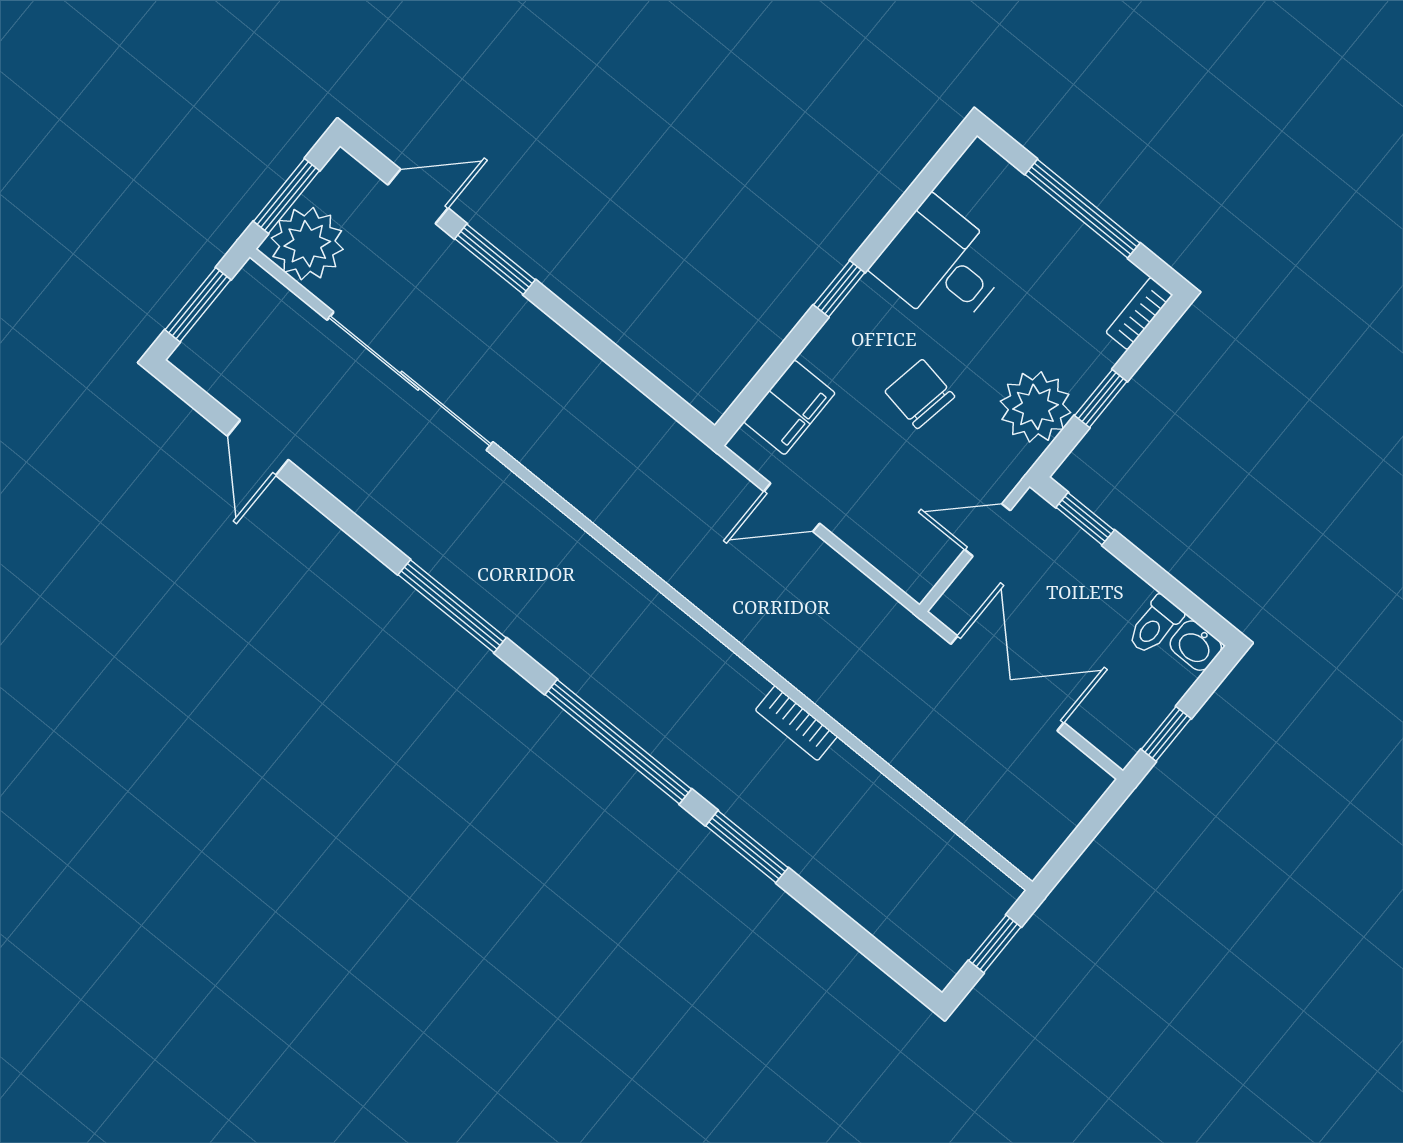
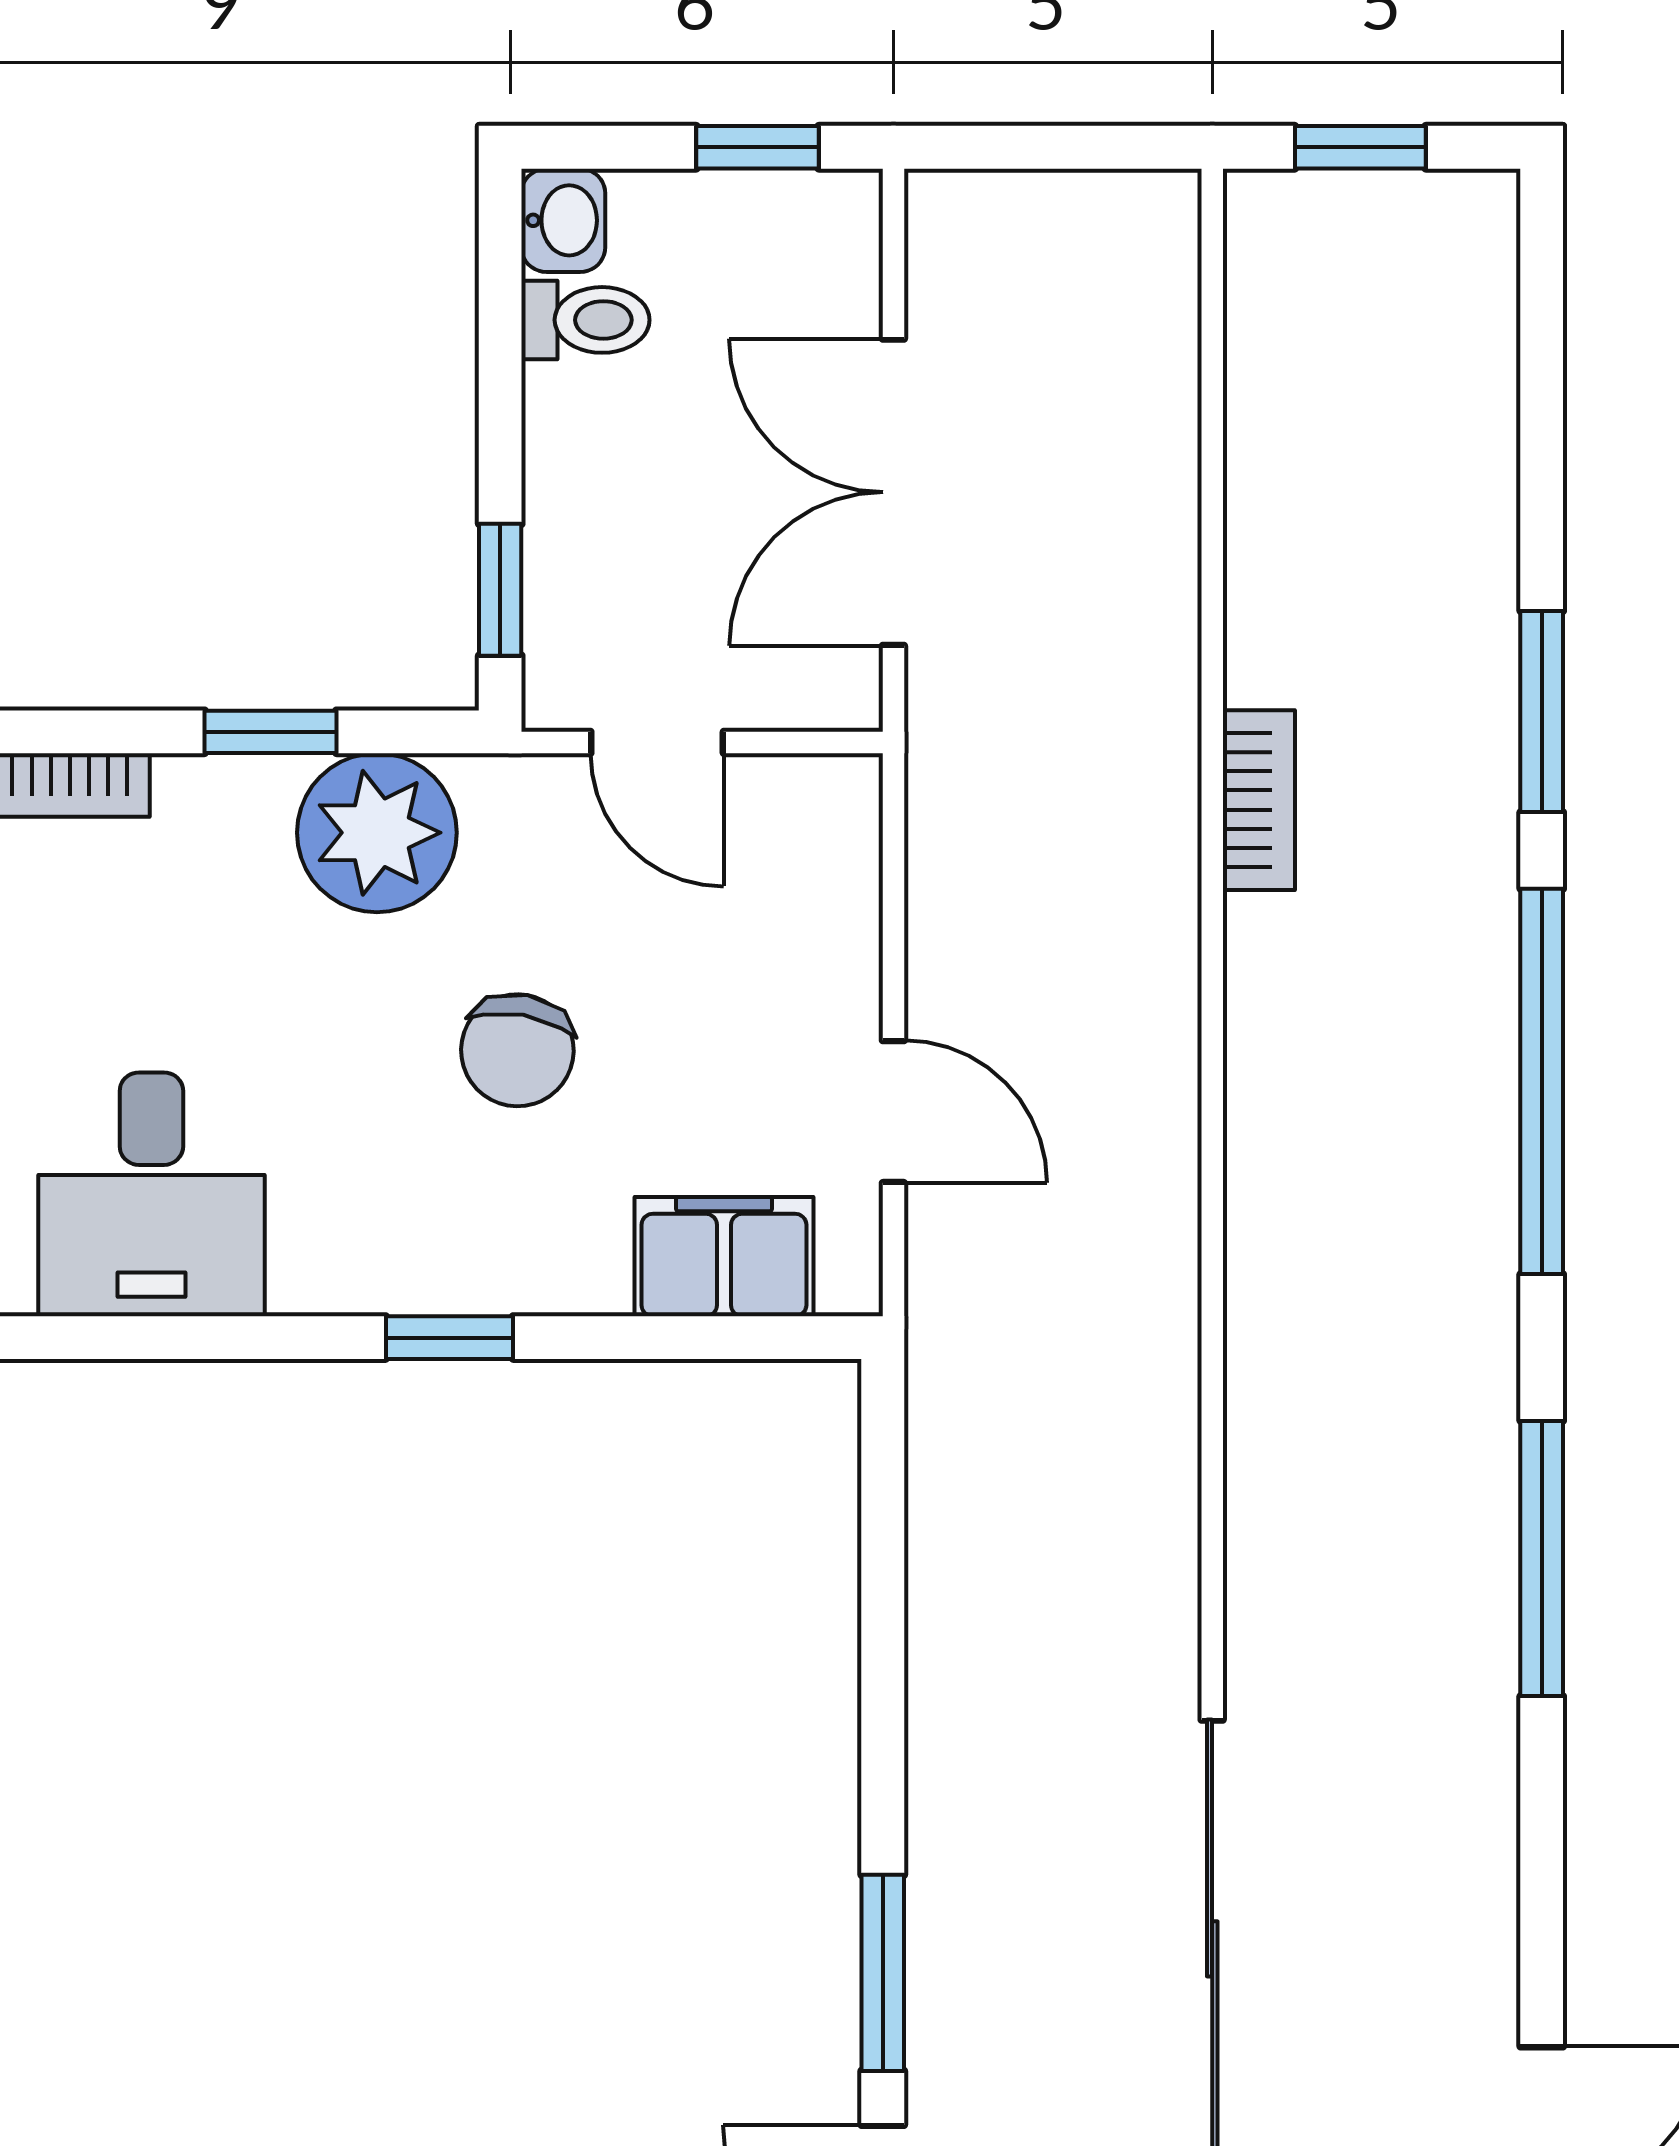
desk: (942, 265) -> (151, 1194), moved

